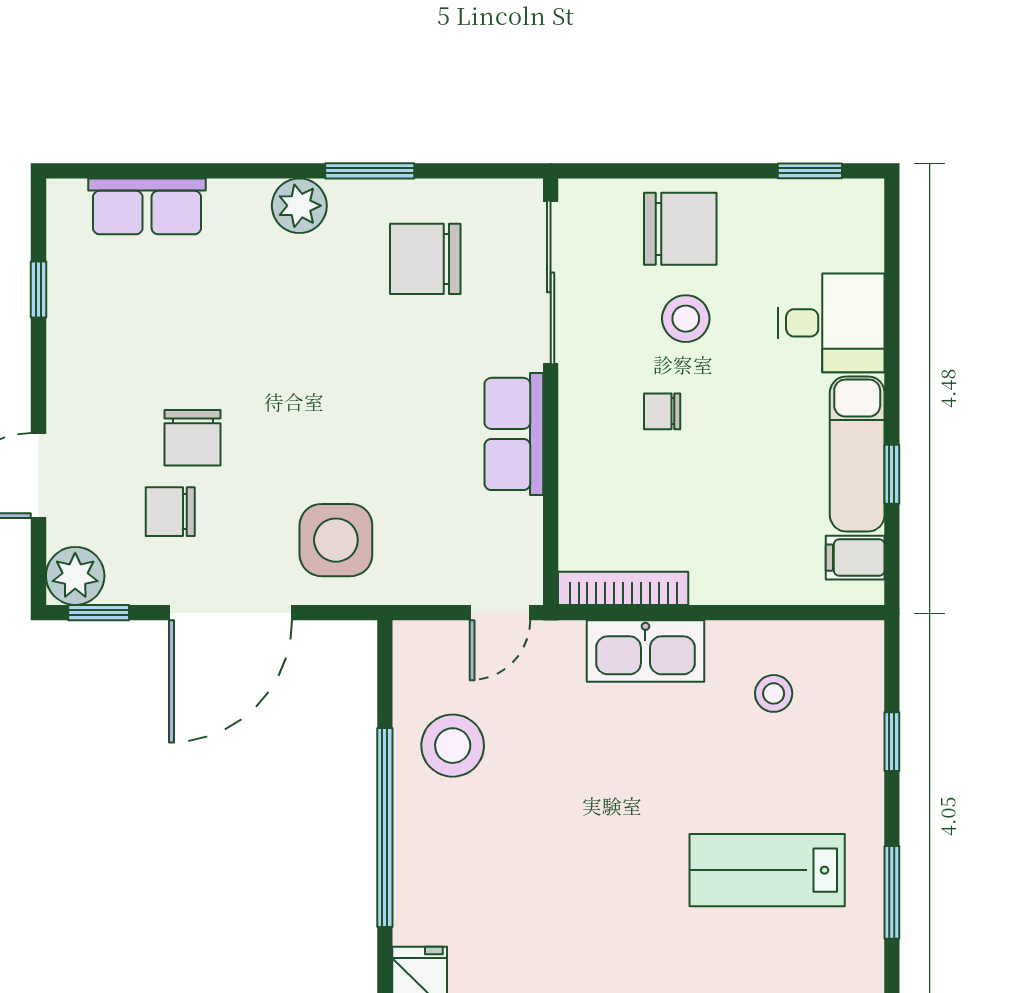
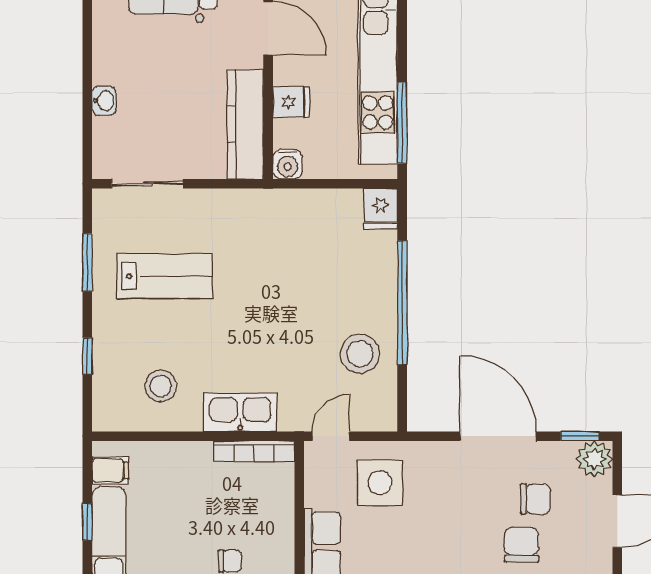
side table: (336, 540) -> (380, 483), moved
door: (231, 613) -> (498, 436), hinge flipped
stool: (774, 693) -> (161, 386), width x1.37, depth x1.37

